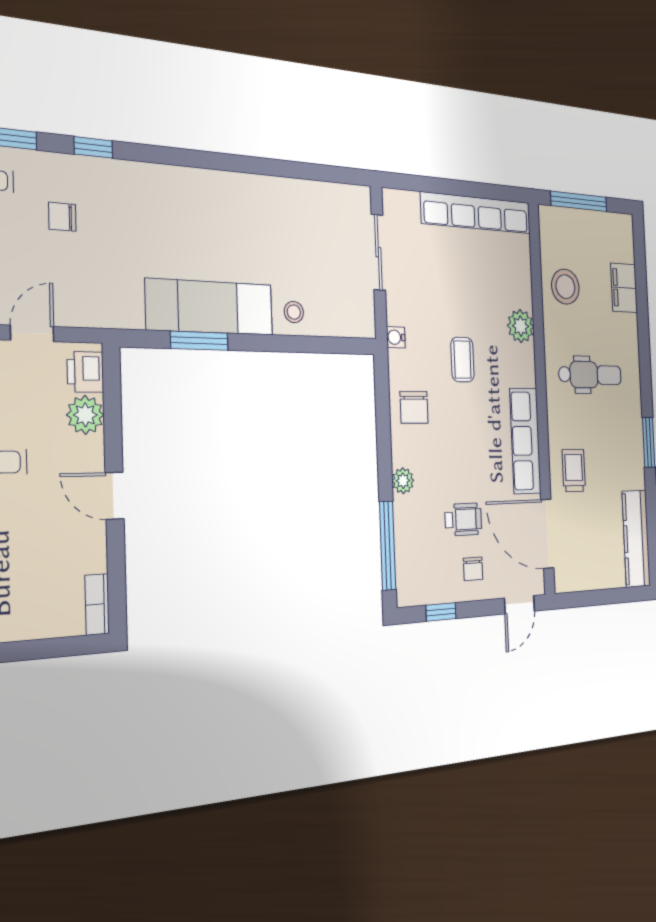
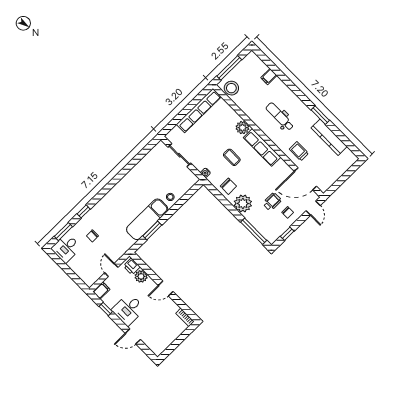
stool: (565, 287) -> (231, 88), moved
filing cabinet: (624, 288) -> (269, 77), width x0.50
dental chair: (590, 375) -> (280, 117), turned -90
row of seats: (525, 441) -> (262, 147), moved
plant: (403, 481) -> (243, 204), width x1.88, depth x1.88
kitchen counter: (636, 539) -> (329, 137), moved

